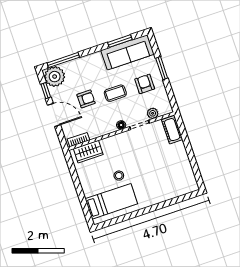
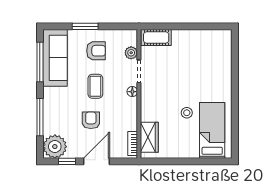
window: (120, 41) -> (40, 62), width x1.44
window: (63, 60) -> (40, 117), moved
armchair: (145, 84) -> (96, 51), turned 180

